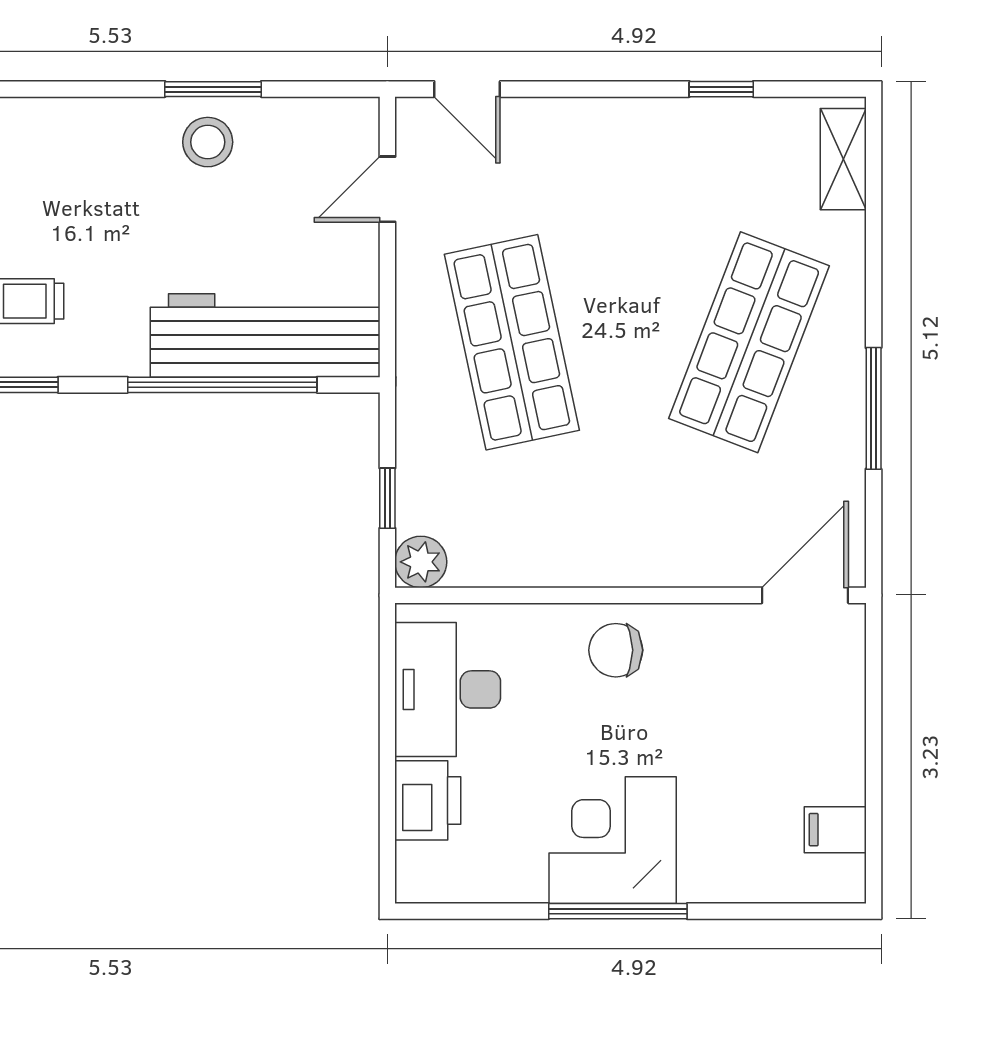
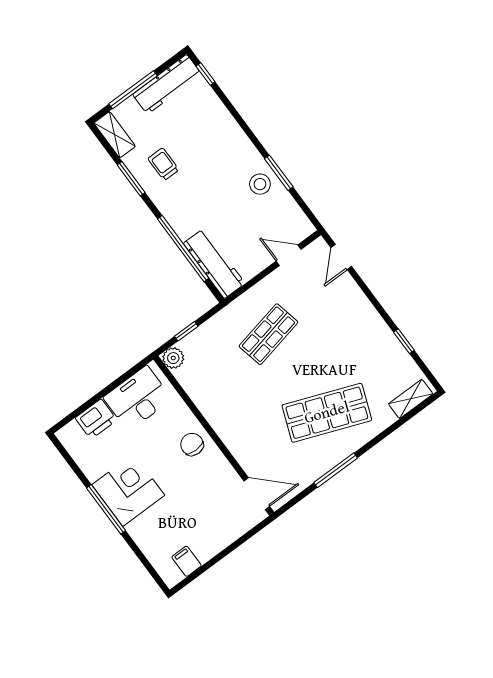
workbench: (265, 335) -> (214, 263), width x0.73, depth x0.76
shop shelf: (512, 342) -> (268, 334), width x0.70, depth x0.74

